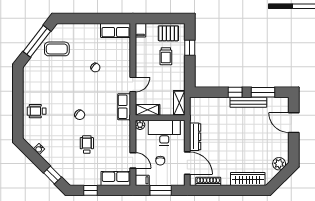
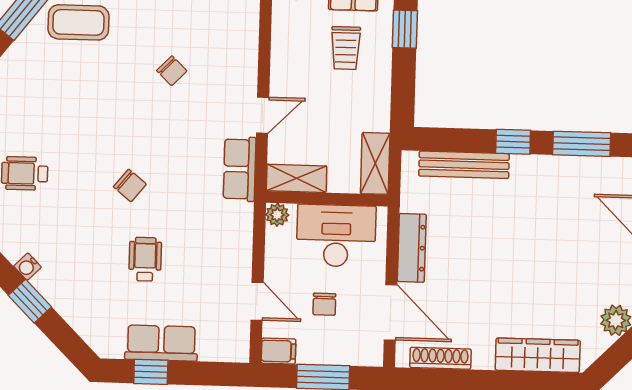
bench: (248, 102) -> (464, 165), moved
window: (52, 175) -> (30, 301), moved
row of seats: (116, 178) -> (161, 343), moved

